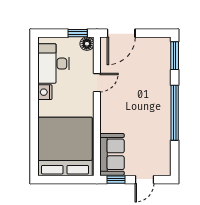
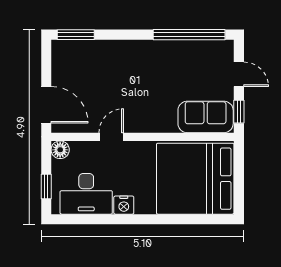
window: (78, 33) -> (46, 187), moved
door: (97, 83) -> (111, 137), hinge flipped
window: (175, 113) -> (189, 35), moved

